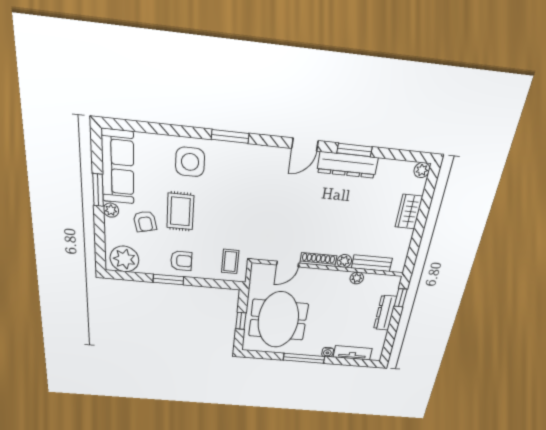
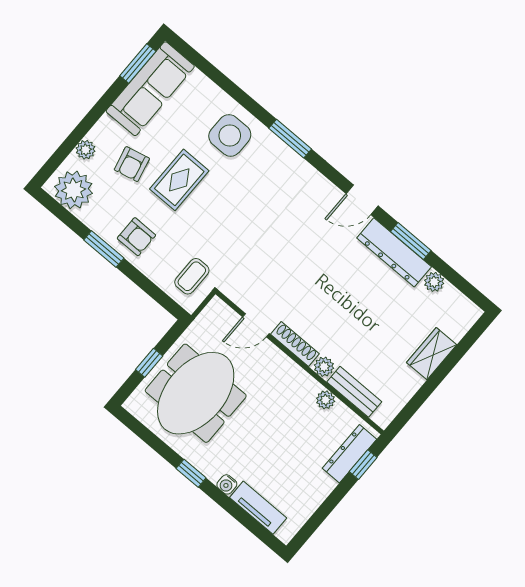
plant: (422, 170) -> (434, 282), moved
window: (98, 190) -> (138, 63), moved
plant: (111, 210) -> (86, 150), moved
dresser: (385, 313) -> (350, 454), moved
window: (304, 358) -> (191, 473), width x0.46

